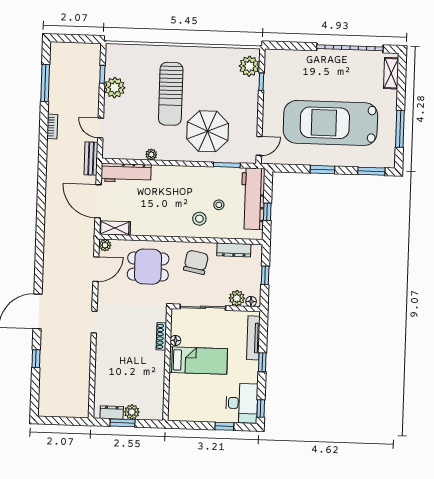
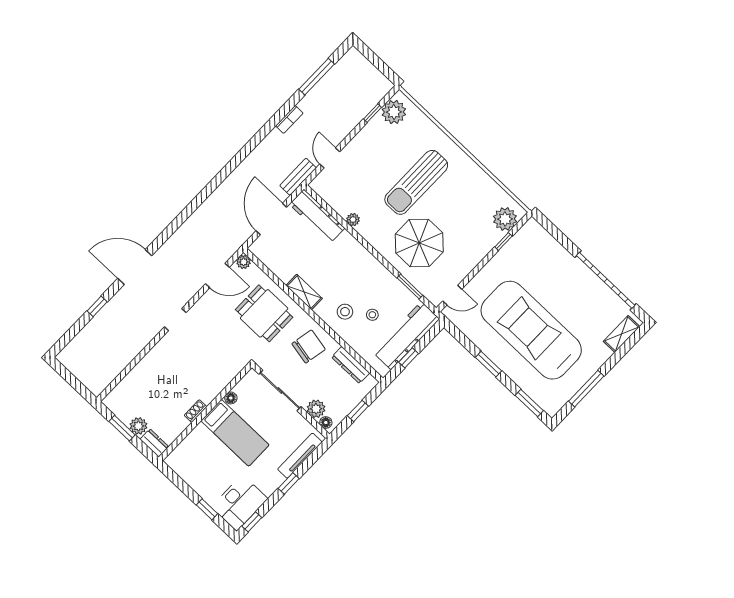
plant: (115, 88) -> (394, 112), moved
shelving: (115, 228) -> (304, 292), moved
shoe rack: (161, 336) -> (196, 411), moved, width x0.70
dresser: (112, 412) -> (154, 443), moved

